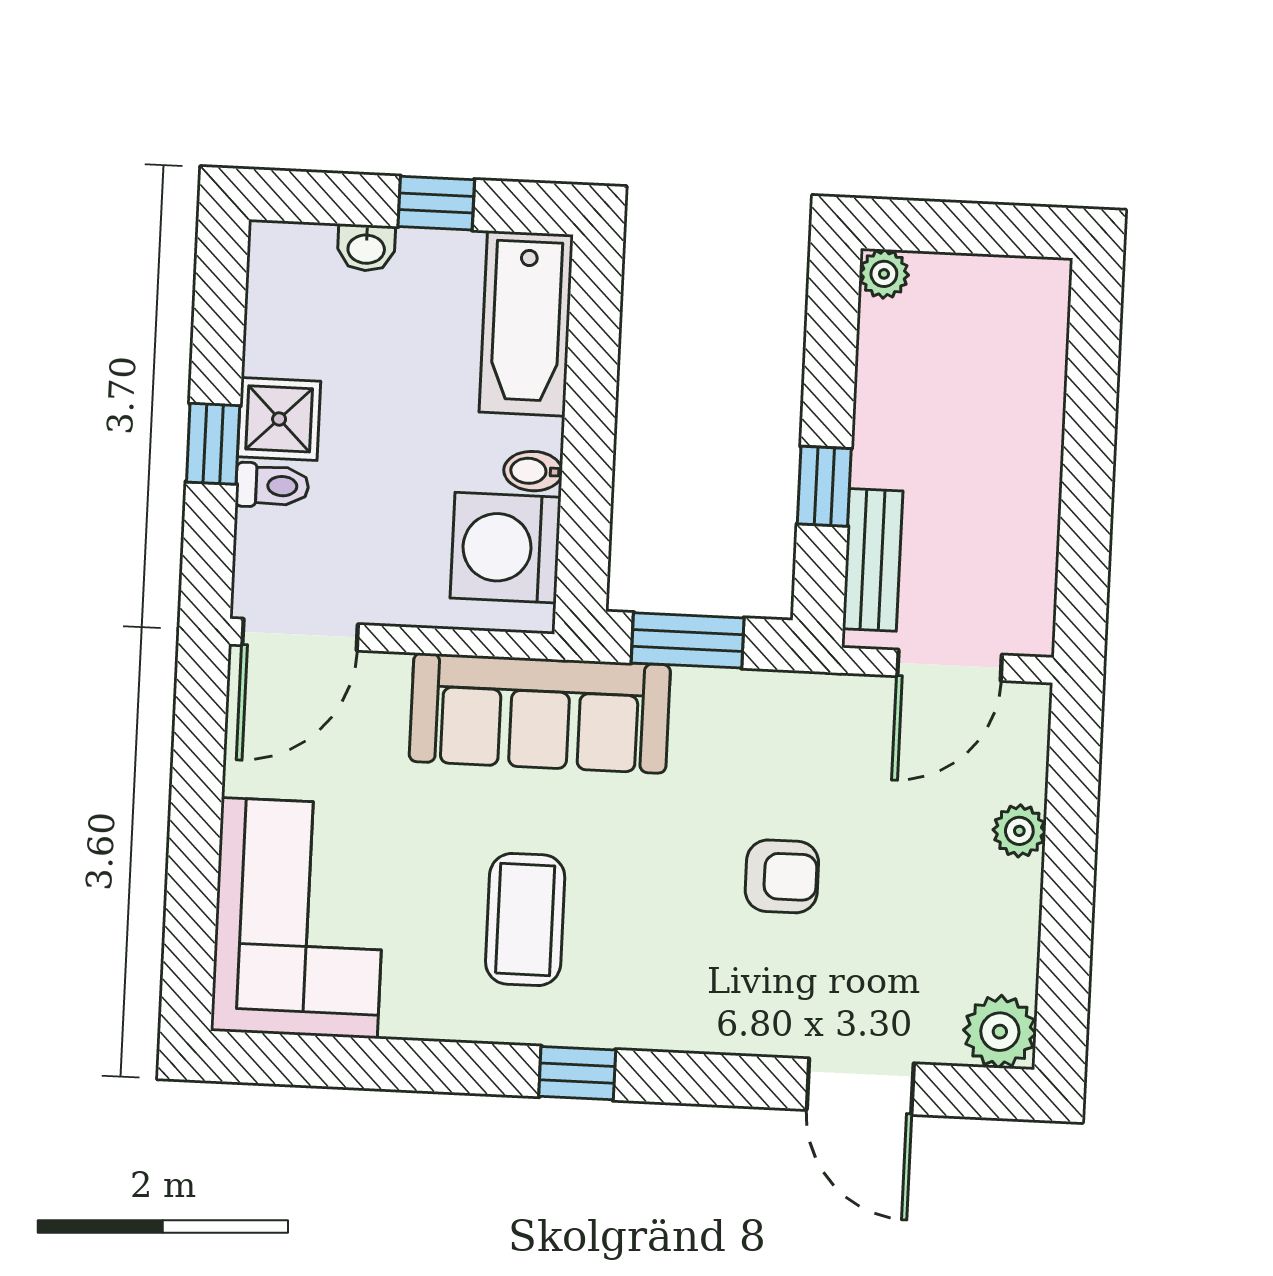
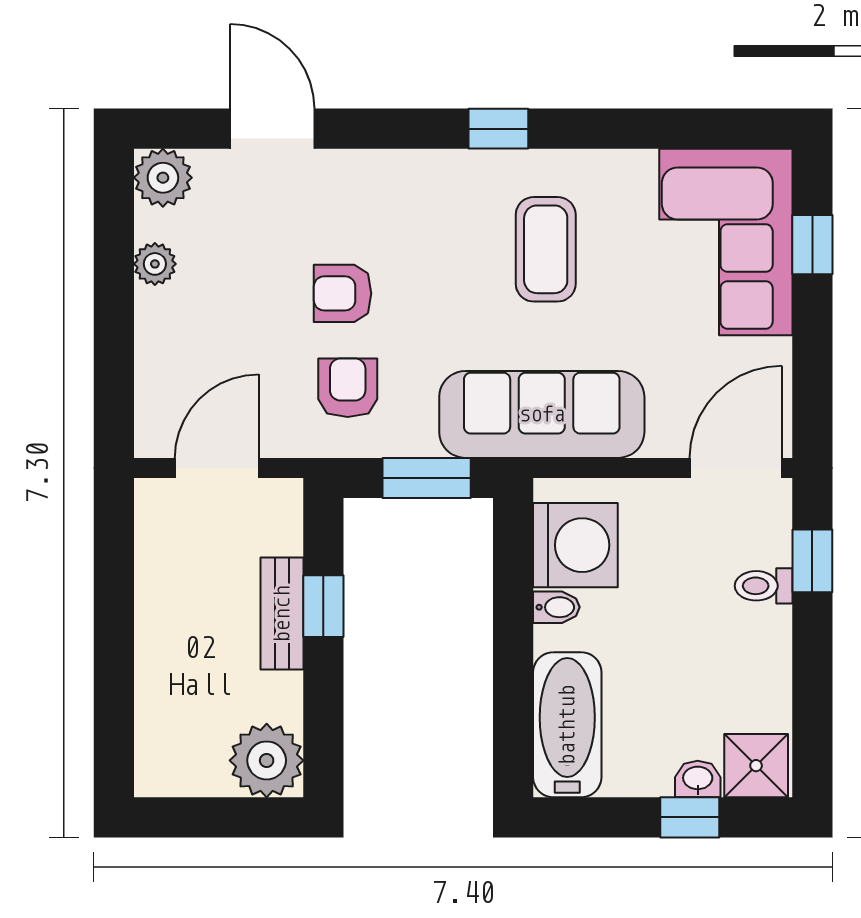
window: (436, 203) -> (690, 817), moved
plant: (884, 274) -> (267, 760), width x1.87, depth x1.87
shower: (279, 419) -> (756, 766), moved
window: (213, 444) -> (812, 561), moved
bench: (873, 560) -> (282, 614), moved
armchair: (781, 758) -> (348, 388), added
plant: (1019, 831) -> (155, 264), moved
window: (191, 910) -> (812, 245), added

